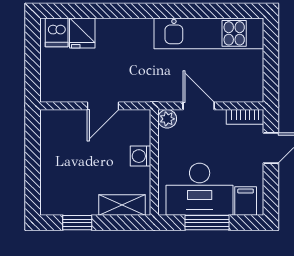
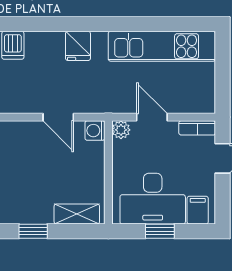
fridge: (82, 33) -> (78, 46), moved
door: (103, 106) -> (58, 117), hinge flipped
washing machine: (140, 156) -> (95, 131), moved
window: (207, 223) -> (160, 231), width x0.67

